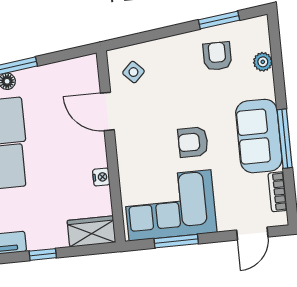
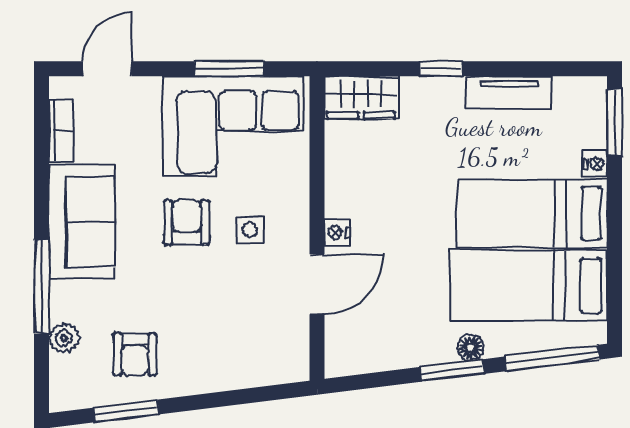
side table: (133, 72) -> (250, 230), moved, turned 45
door: (107, 111) -> (317, 284), hinge flipped
window: (285, 139) -> (41, 287), moved
armchair: (193, 142) -> (187, 222), turned -90
nightstand: (101, 177) -> (337, 232), moved

